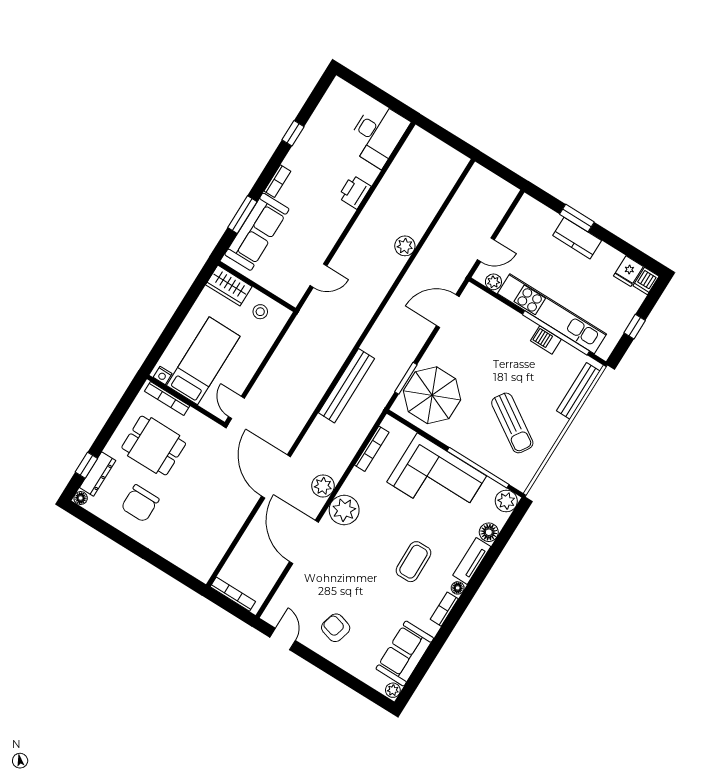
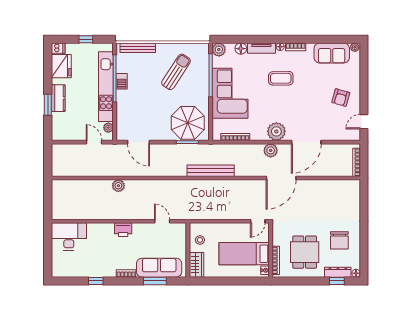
printer: (355, 192) -> (123, 230), moved
fridge: (628, 271) -> (61, 66), width x1.88, depth x1.34
chair: (140, 503) -> (339, 240), turned 90

